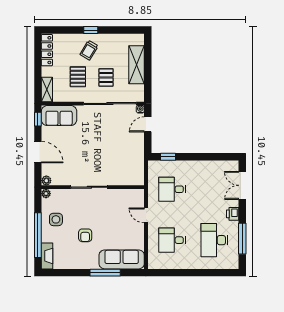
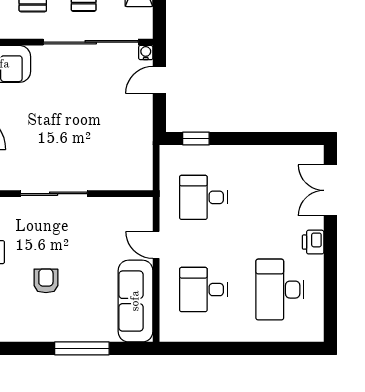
armchair: (85, 235) -> (46, 281), turned 180
window: (242, 239) -> (330, 287), removed
sofa: (122, 259) -> (135, 301), moved, turned -90

